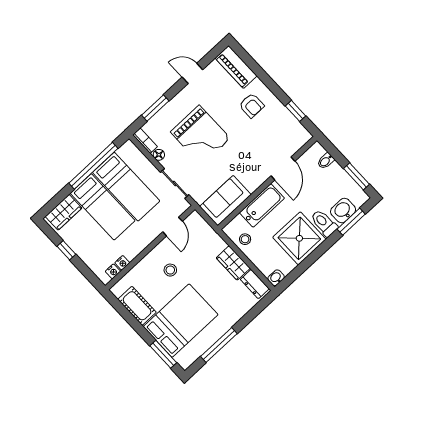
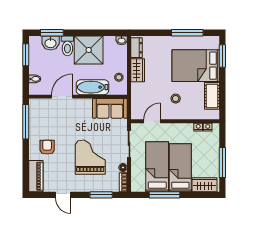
window: (296, 111) -> (26, 122), width x2.17
window: (93, 166) -> (164, 195), width x0.68
window: (66, 250) -> (222, 162), width x2.17

